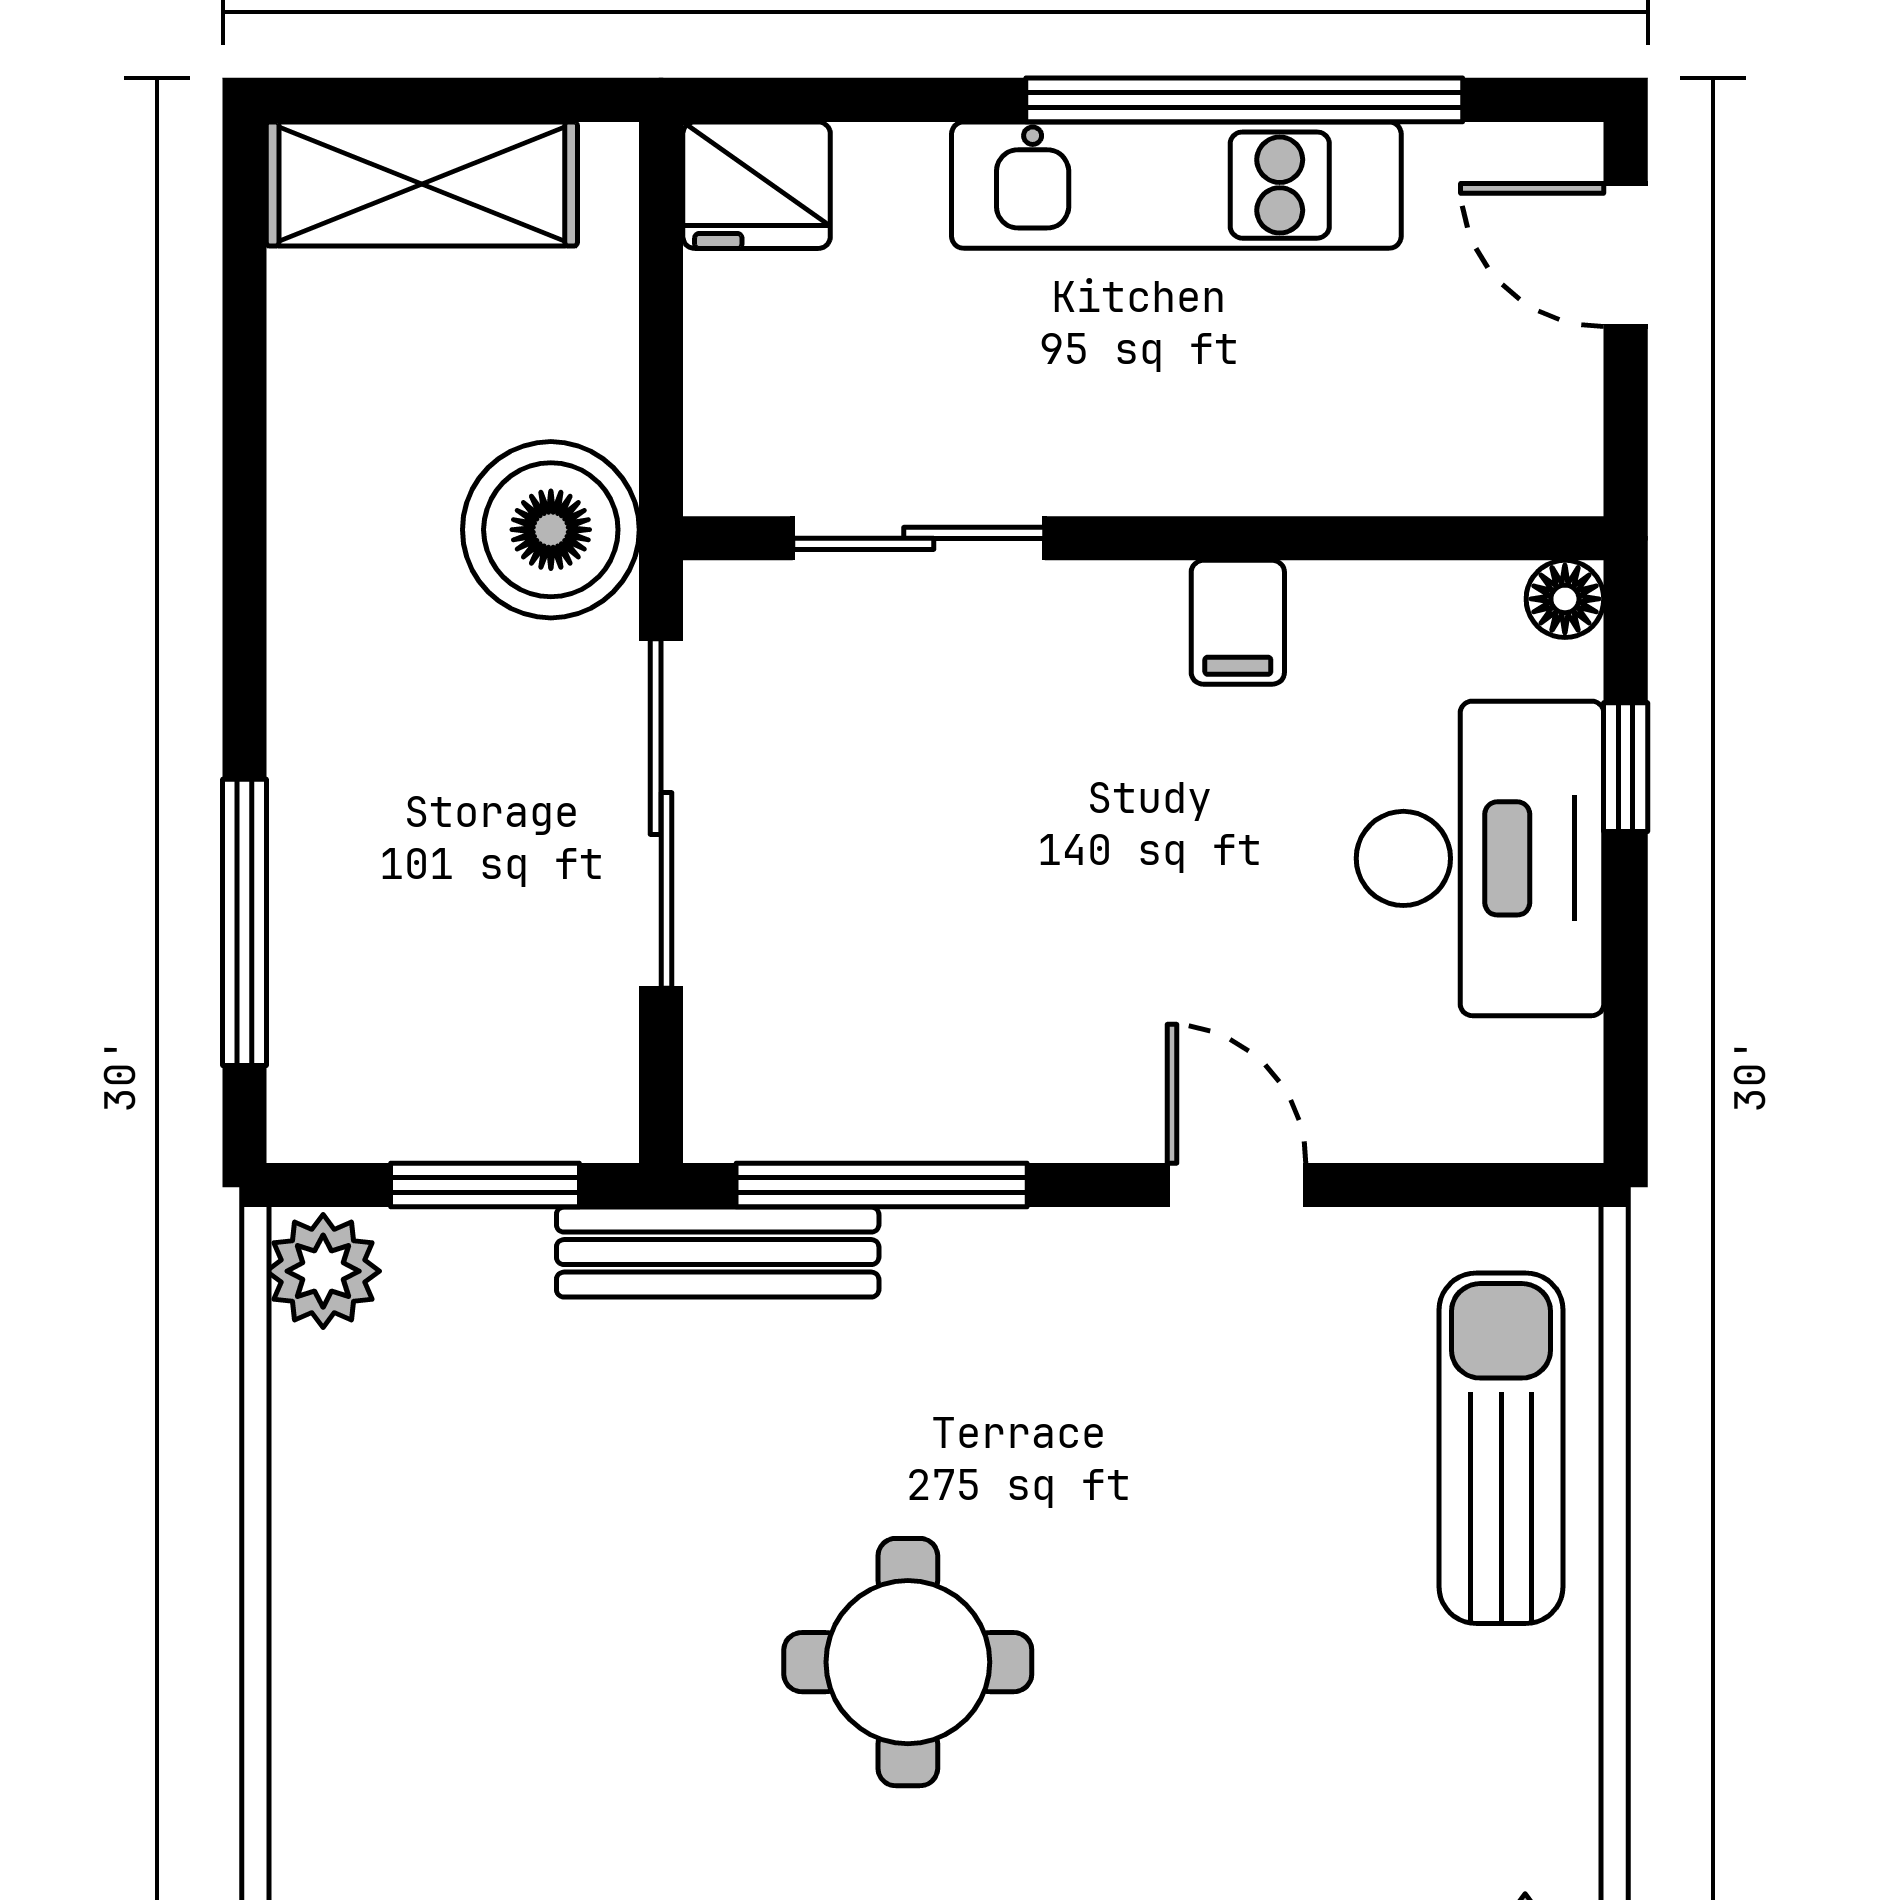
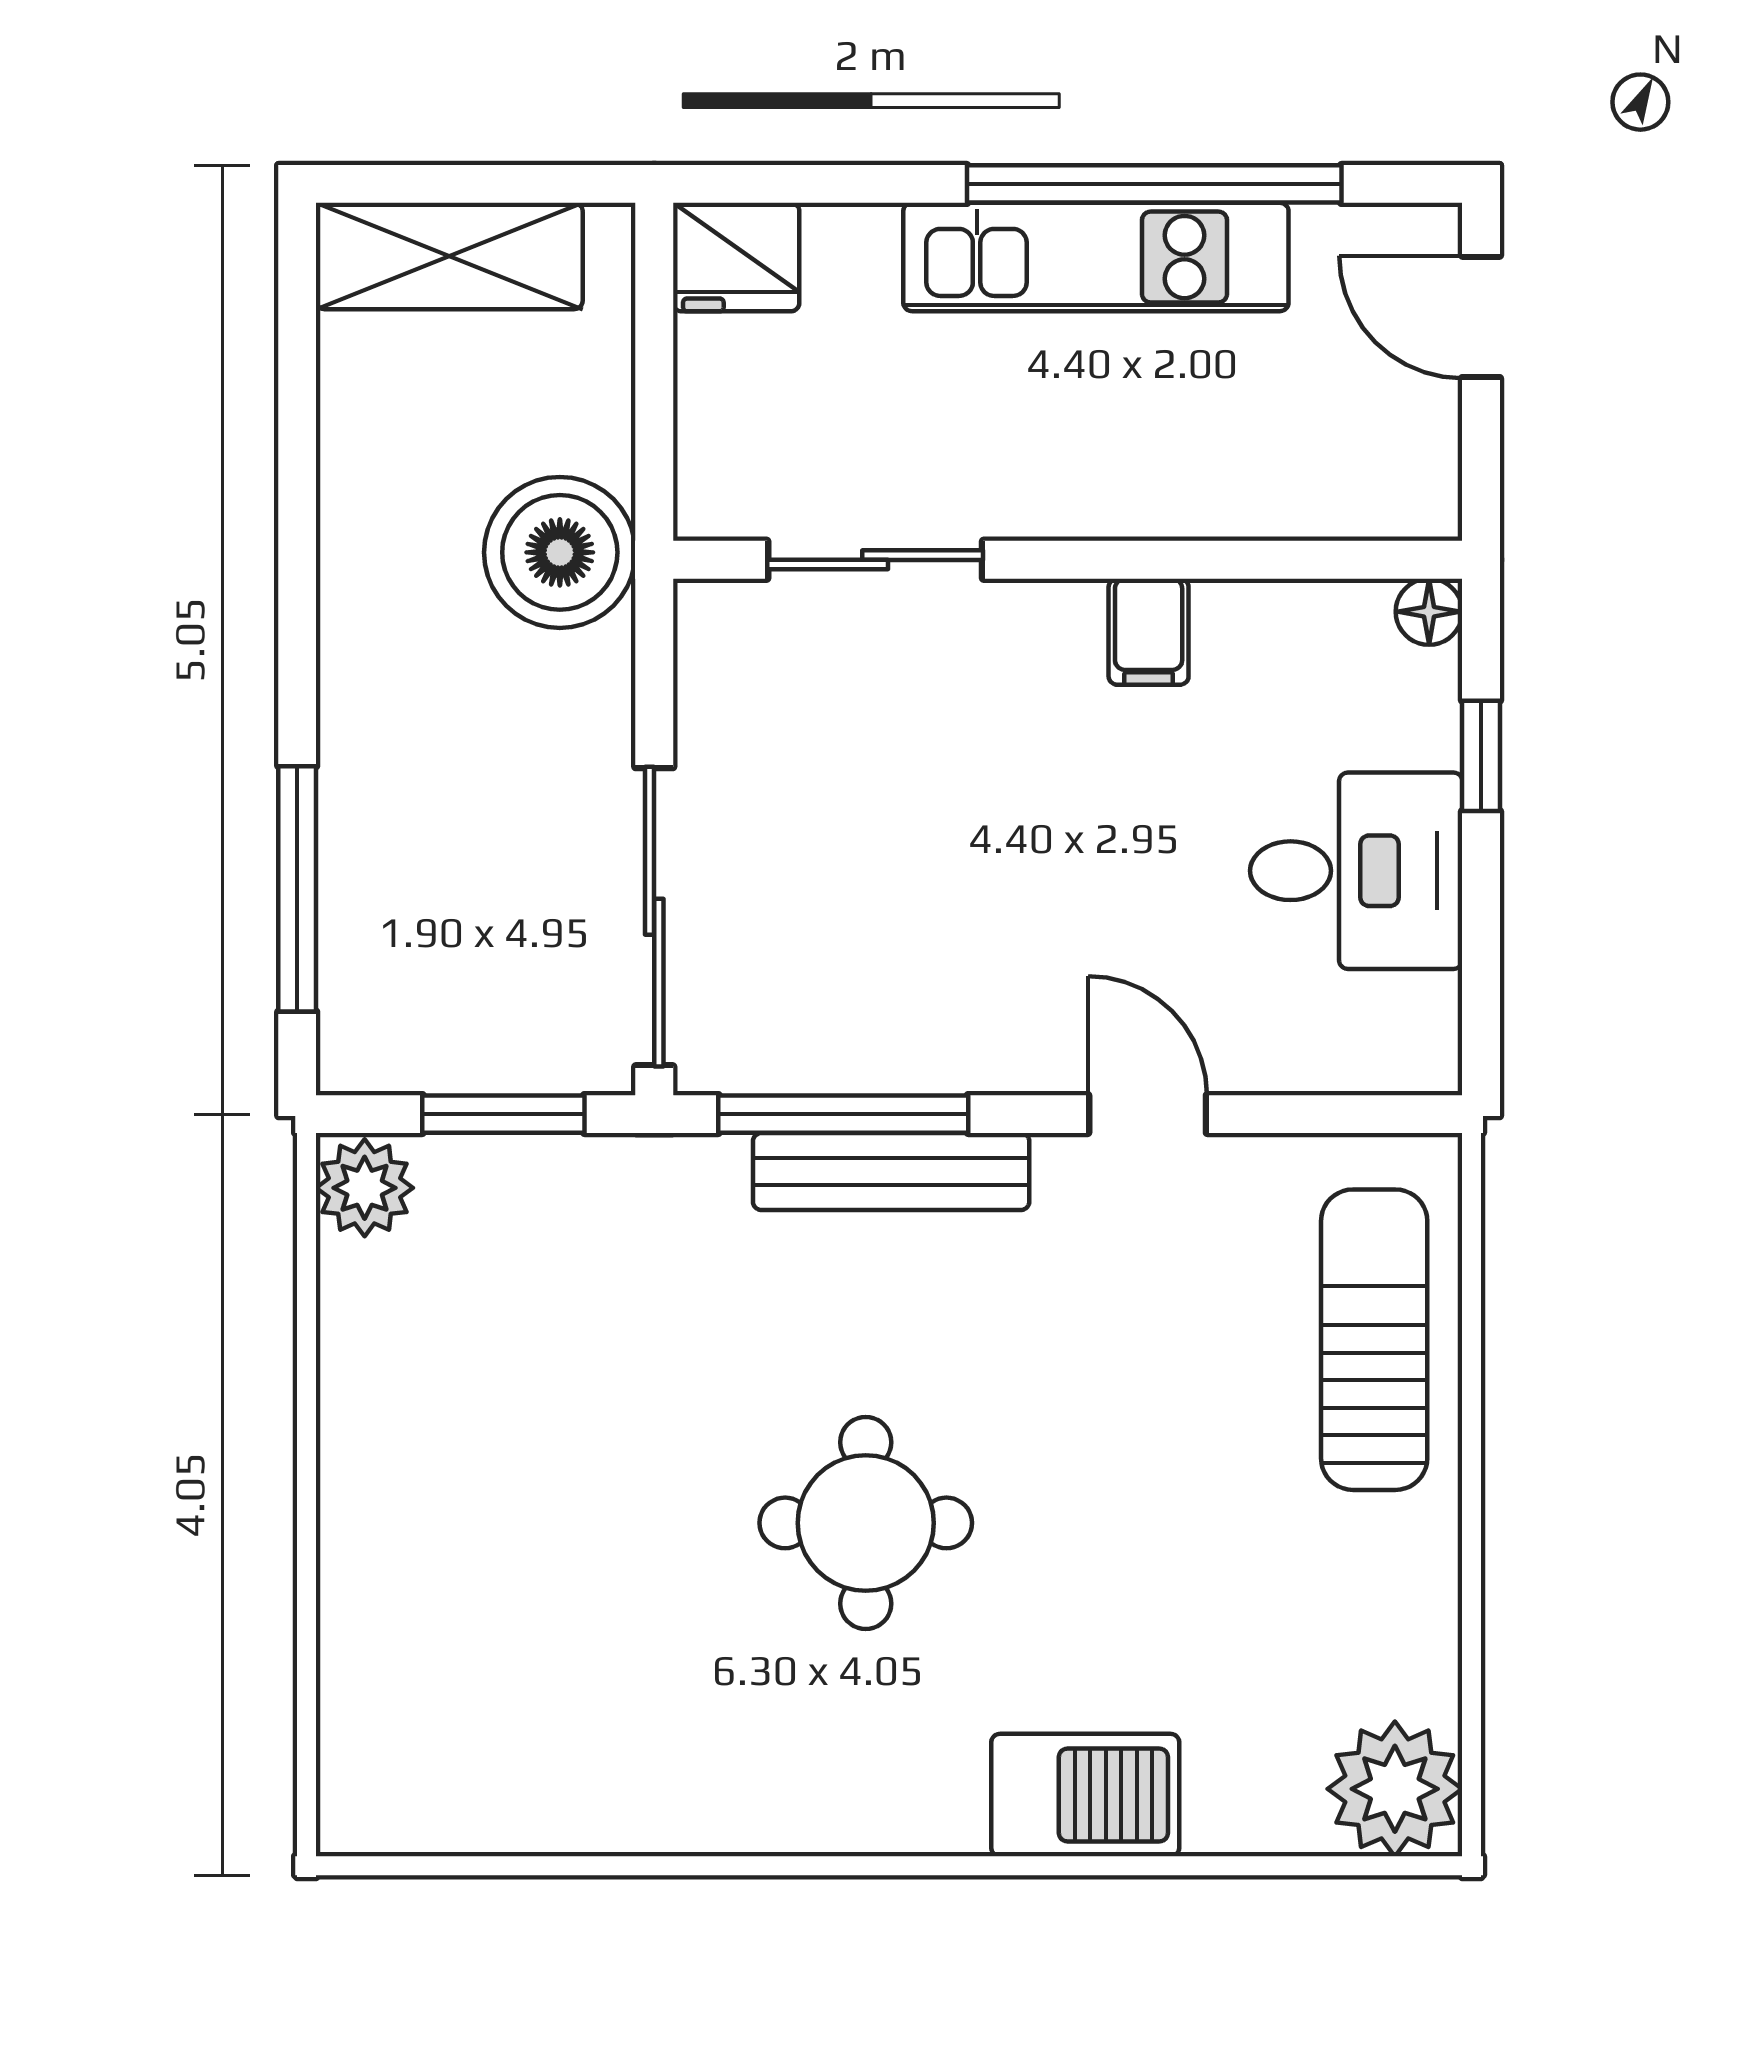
sliding door: (661, 813) -> (654, 917), moved
desk: (1480, 858) -> (1356, 871), width x0.73
bench: (718, 1252) -> (891, 1172), moved

